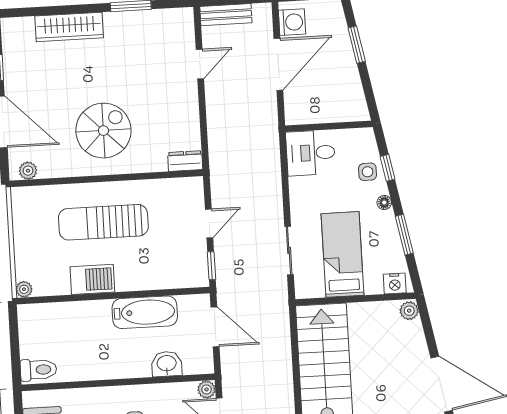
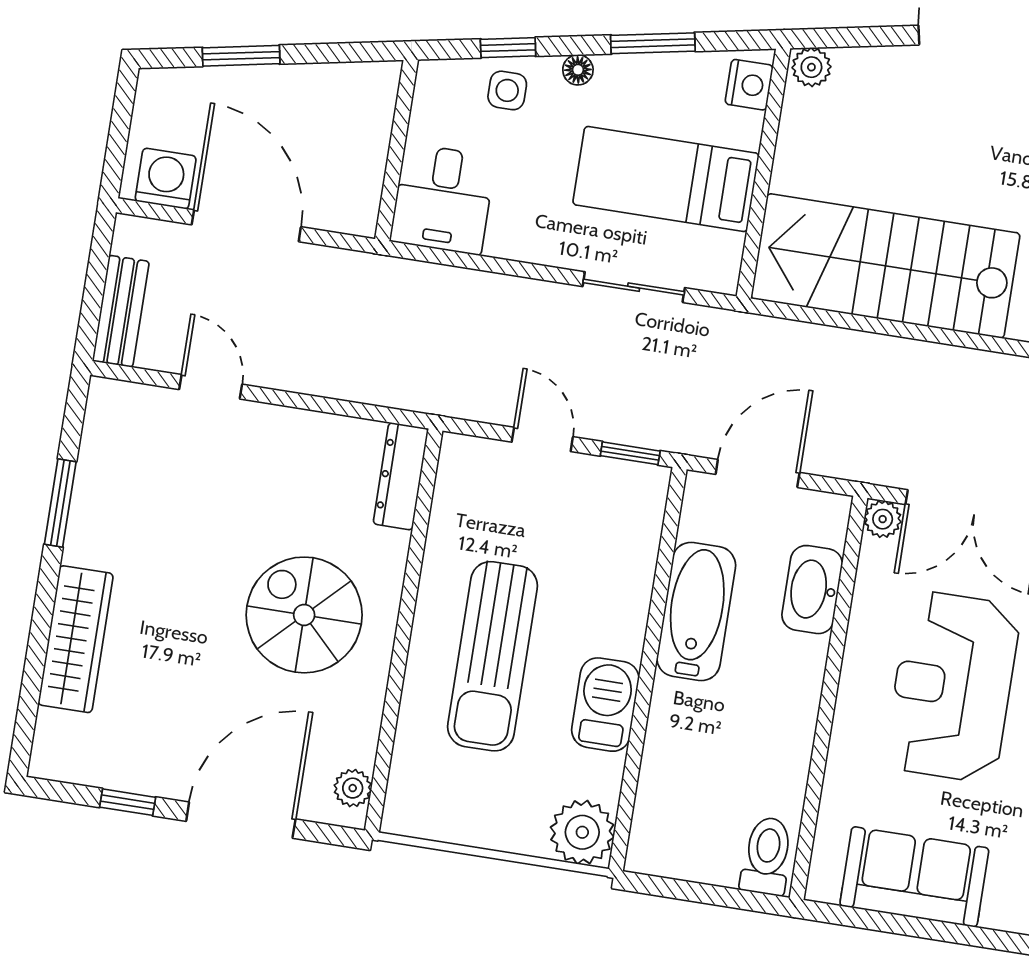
dresser: (185, 161) -> (401, 476), width x1.44
plant: (24, 289) -> (582, 832), width x1.88, depth x1.88
washbasin: (167, 364) -> (812, 590), width x1.38

